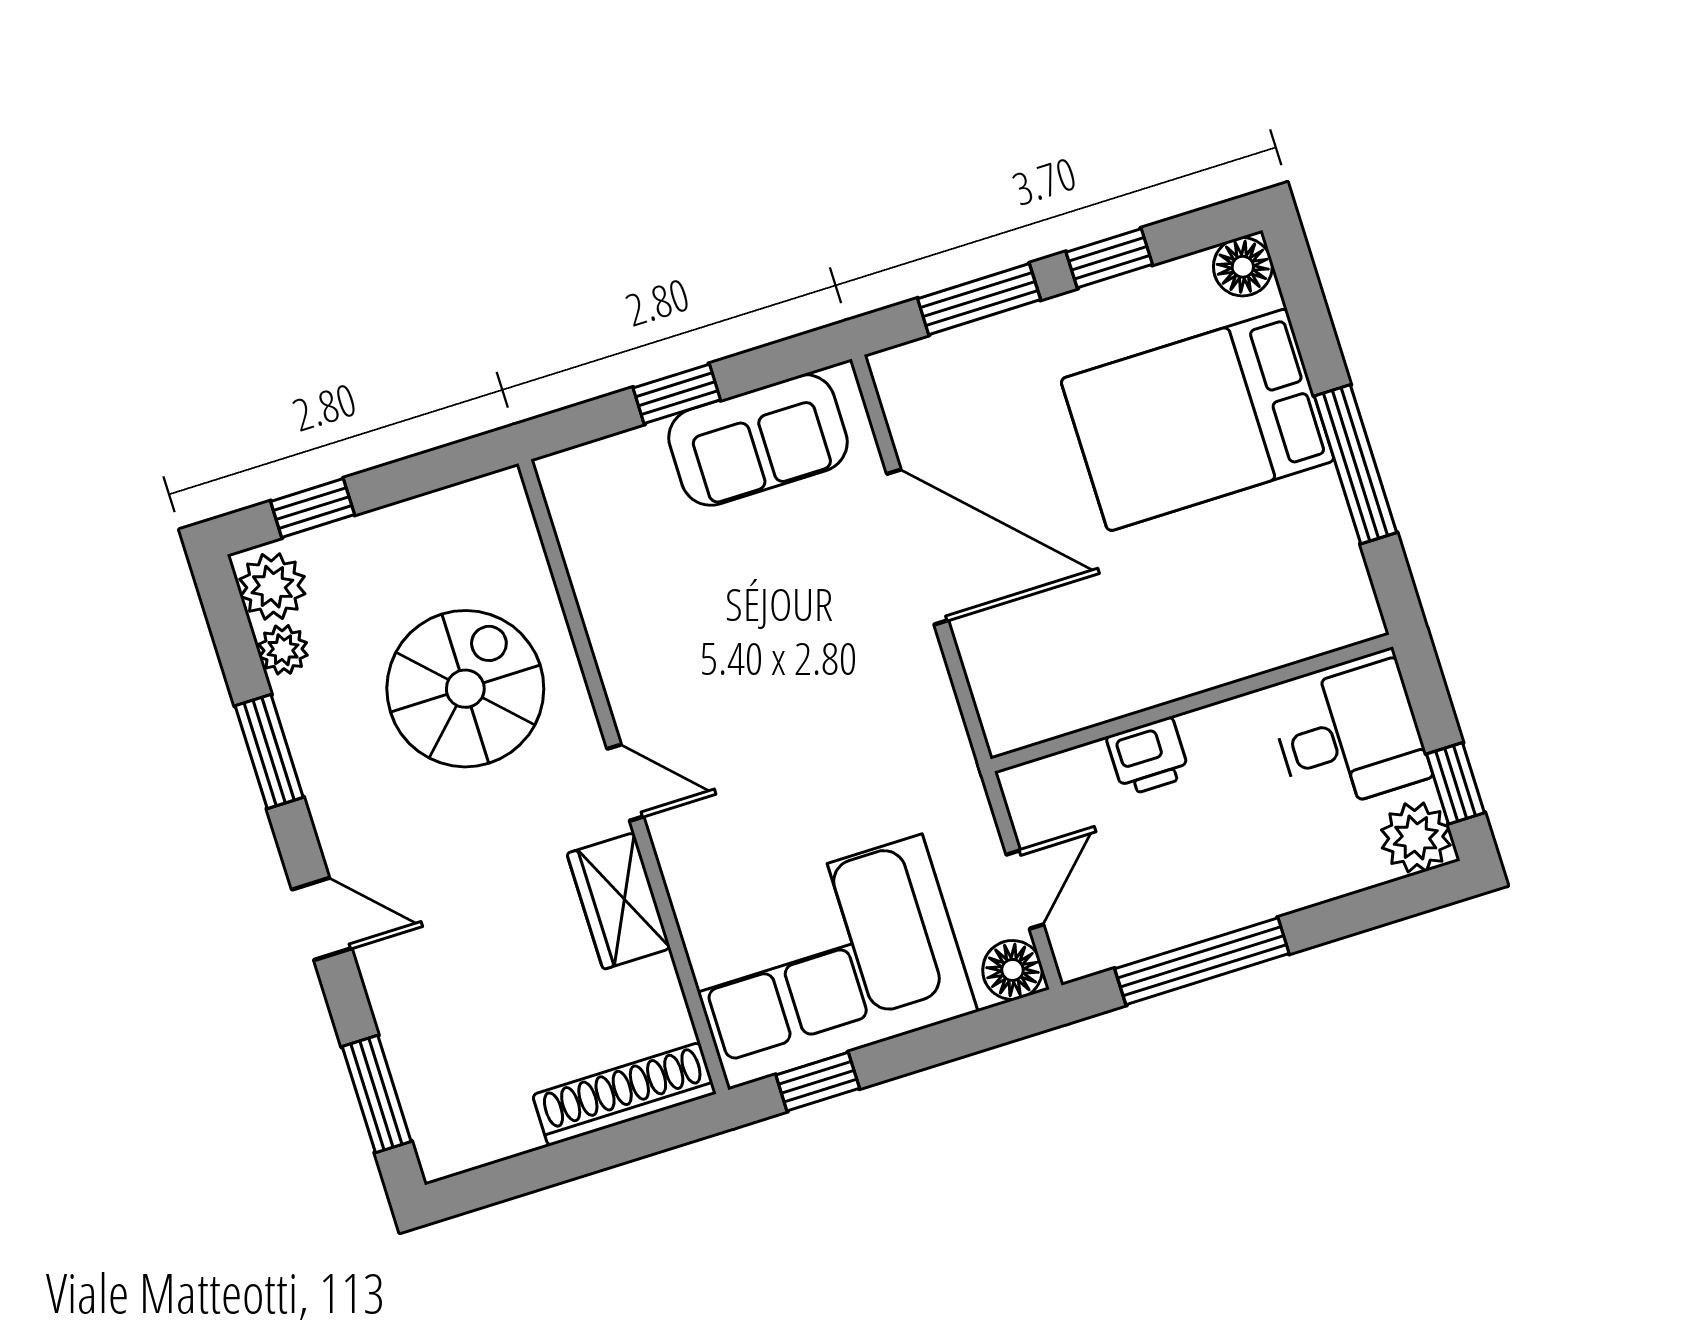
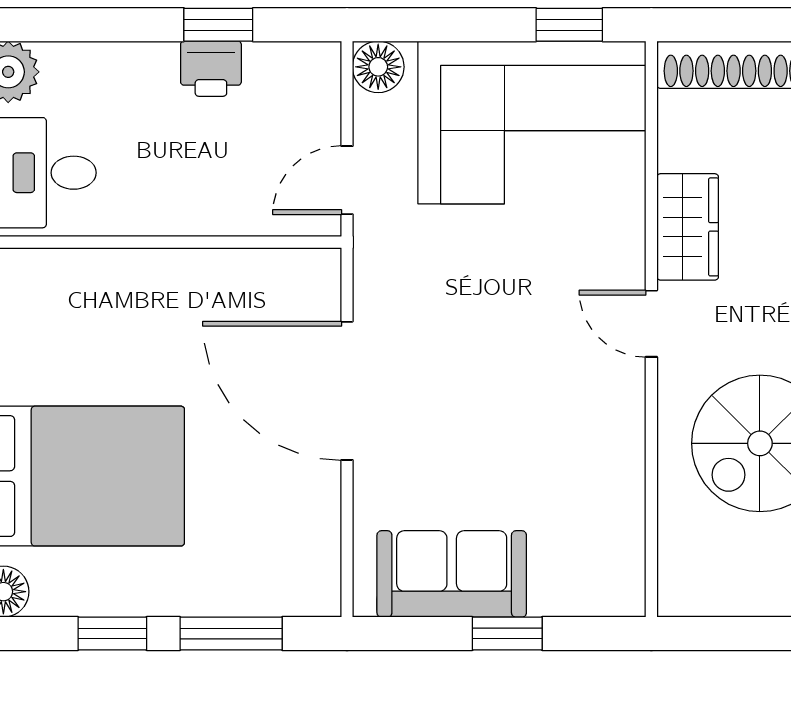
door: (917, 547) -> (347, 391), moved
printer: (1148, 756) -> (211, 69), moved, turned 180
door: (1025, 890) -> (347, 180), moved
window: (1202, 961) -> (218, 25), width x0.46

